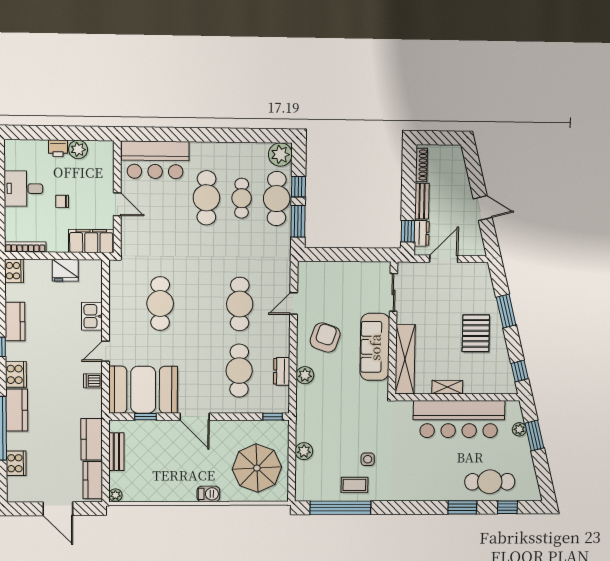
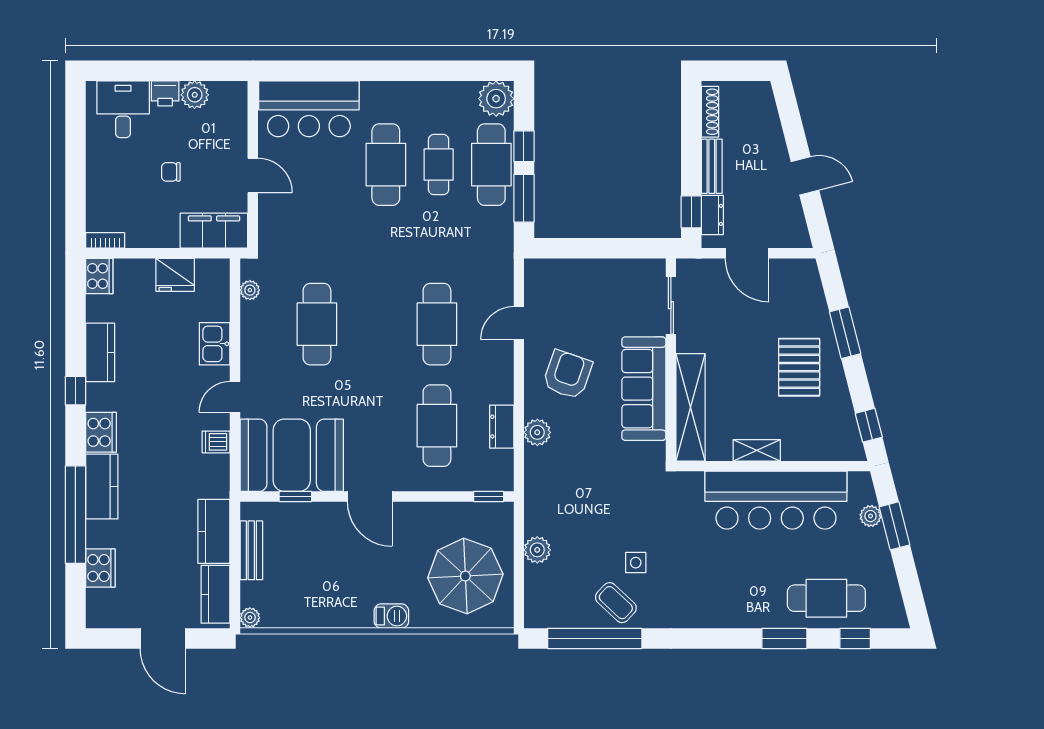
desk: (23, 189) -> (123, 109), moved, turned 90
bookcase: (25, 247) -> (105, 240), width x0.64
door: (444, 259) -> (747, 253), swing flipped
plant: (115, 281) -> (250, 290), added
coffee table: (354, 485) -> (616, 603), turned 43

